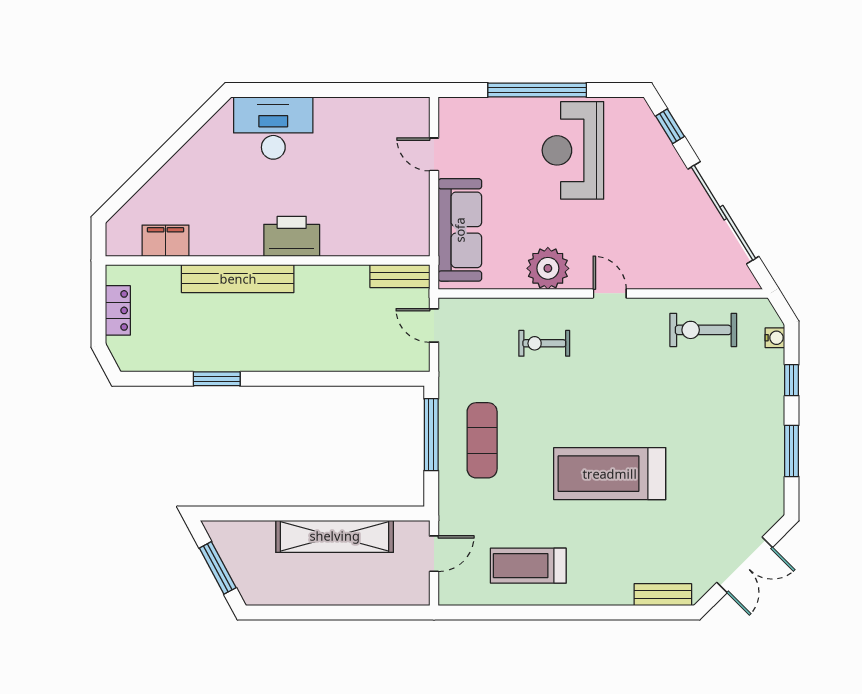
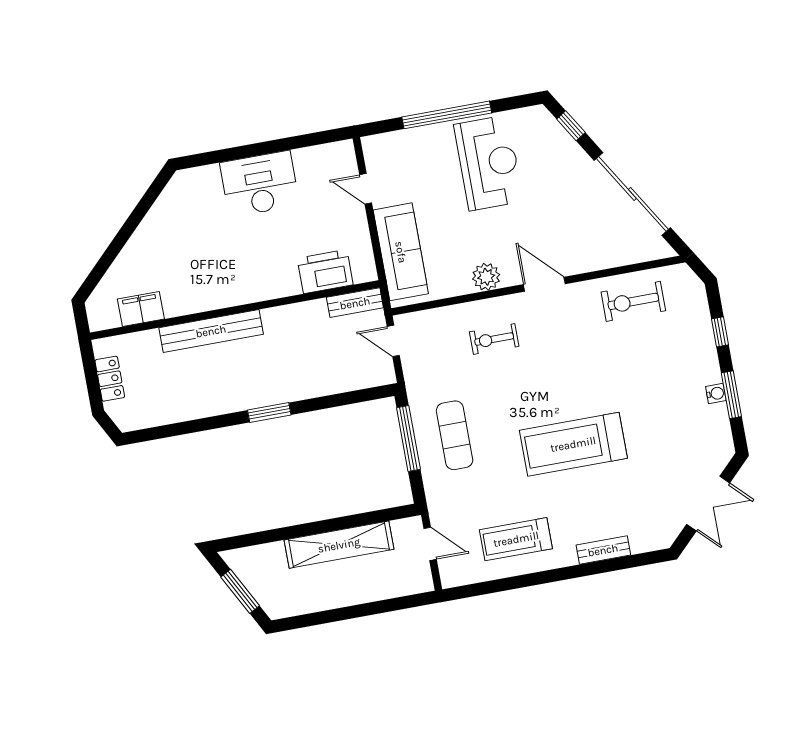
desk: (273, 128) -> (260, 184), moved
reception desk: (573, 150) -> (488, 163), turned 180
printer: (292, 236) -> (325, 271), moved
plant: (548, 268) -> (486, 277), width x0.73, depth x0.73
door: (610, 293) -> (544, 284), width x1.37
water cooler: (775, 338) -> (716, 394), moved
window: (217, 379) -> (269, 412), moved
door: (434, 554) -> (430, 544), hinge flipped
bench: (663, 595) -> (603, 550), moved

